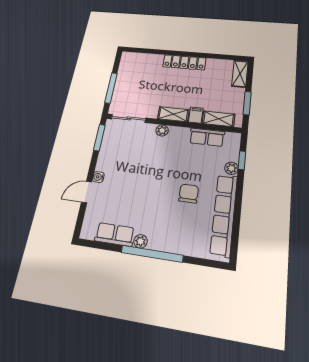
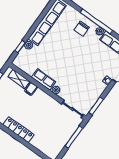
shelving: (173, 114) -> (44, 97), removed
row of seats: (207, 137) -> (44, 79), moved
chair: (189, 194) -> (82, 29), moved

